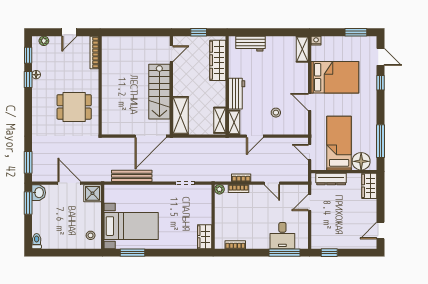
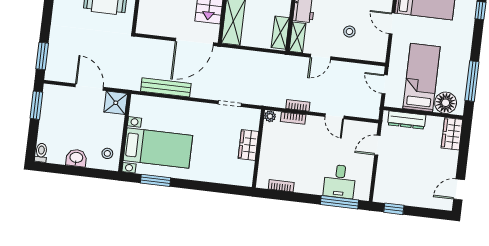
washbasin: (39, 193) -> (76, 158), moved, turned -90
wardrobe: (205, 237) -> (248, 145), moved

